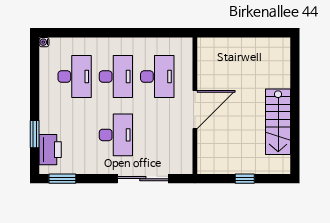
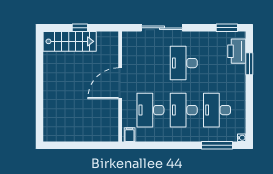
window: (74, 33) -> (217, 145), added
filing cabinet: (183, 46) -> (130, 135), added
stairs: (278, 122) -> (70, 41), moved, turned 90

